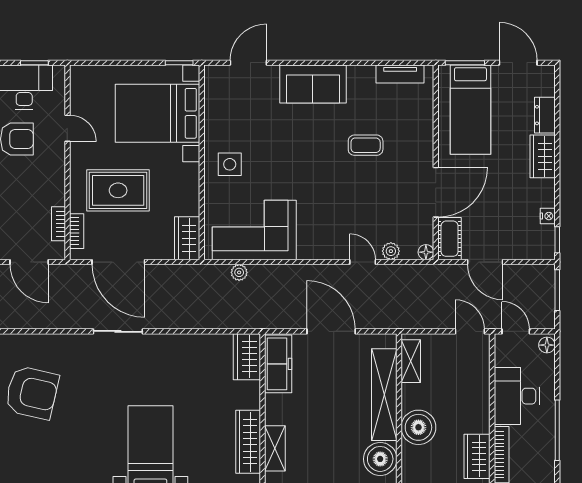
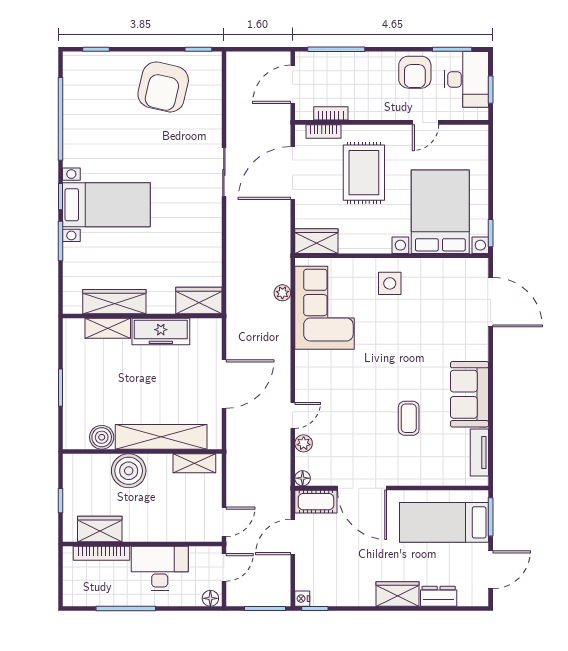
door: (248, 63) -> (491, 302), width x1.36
sofa: (313, 84) -> (470, 394), moved
nightstand: (548, 216) -> (302, 599), moved, turned 90
freezer: (278, 364) -> (161, 331), moved
boiler: (380, 459) -> (102, 437), width x0.73, depth x0.73

